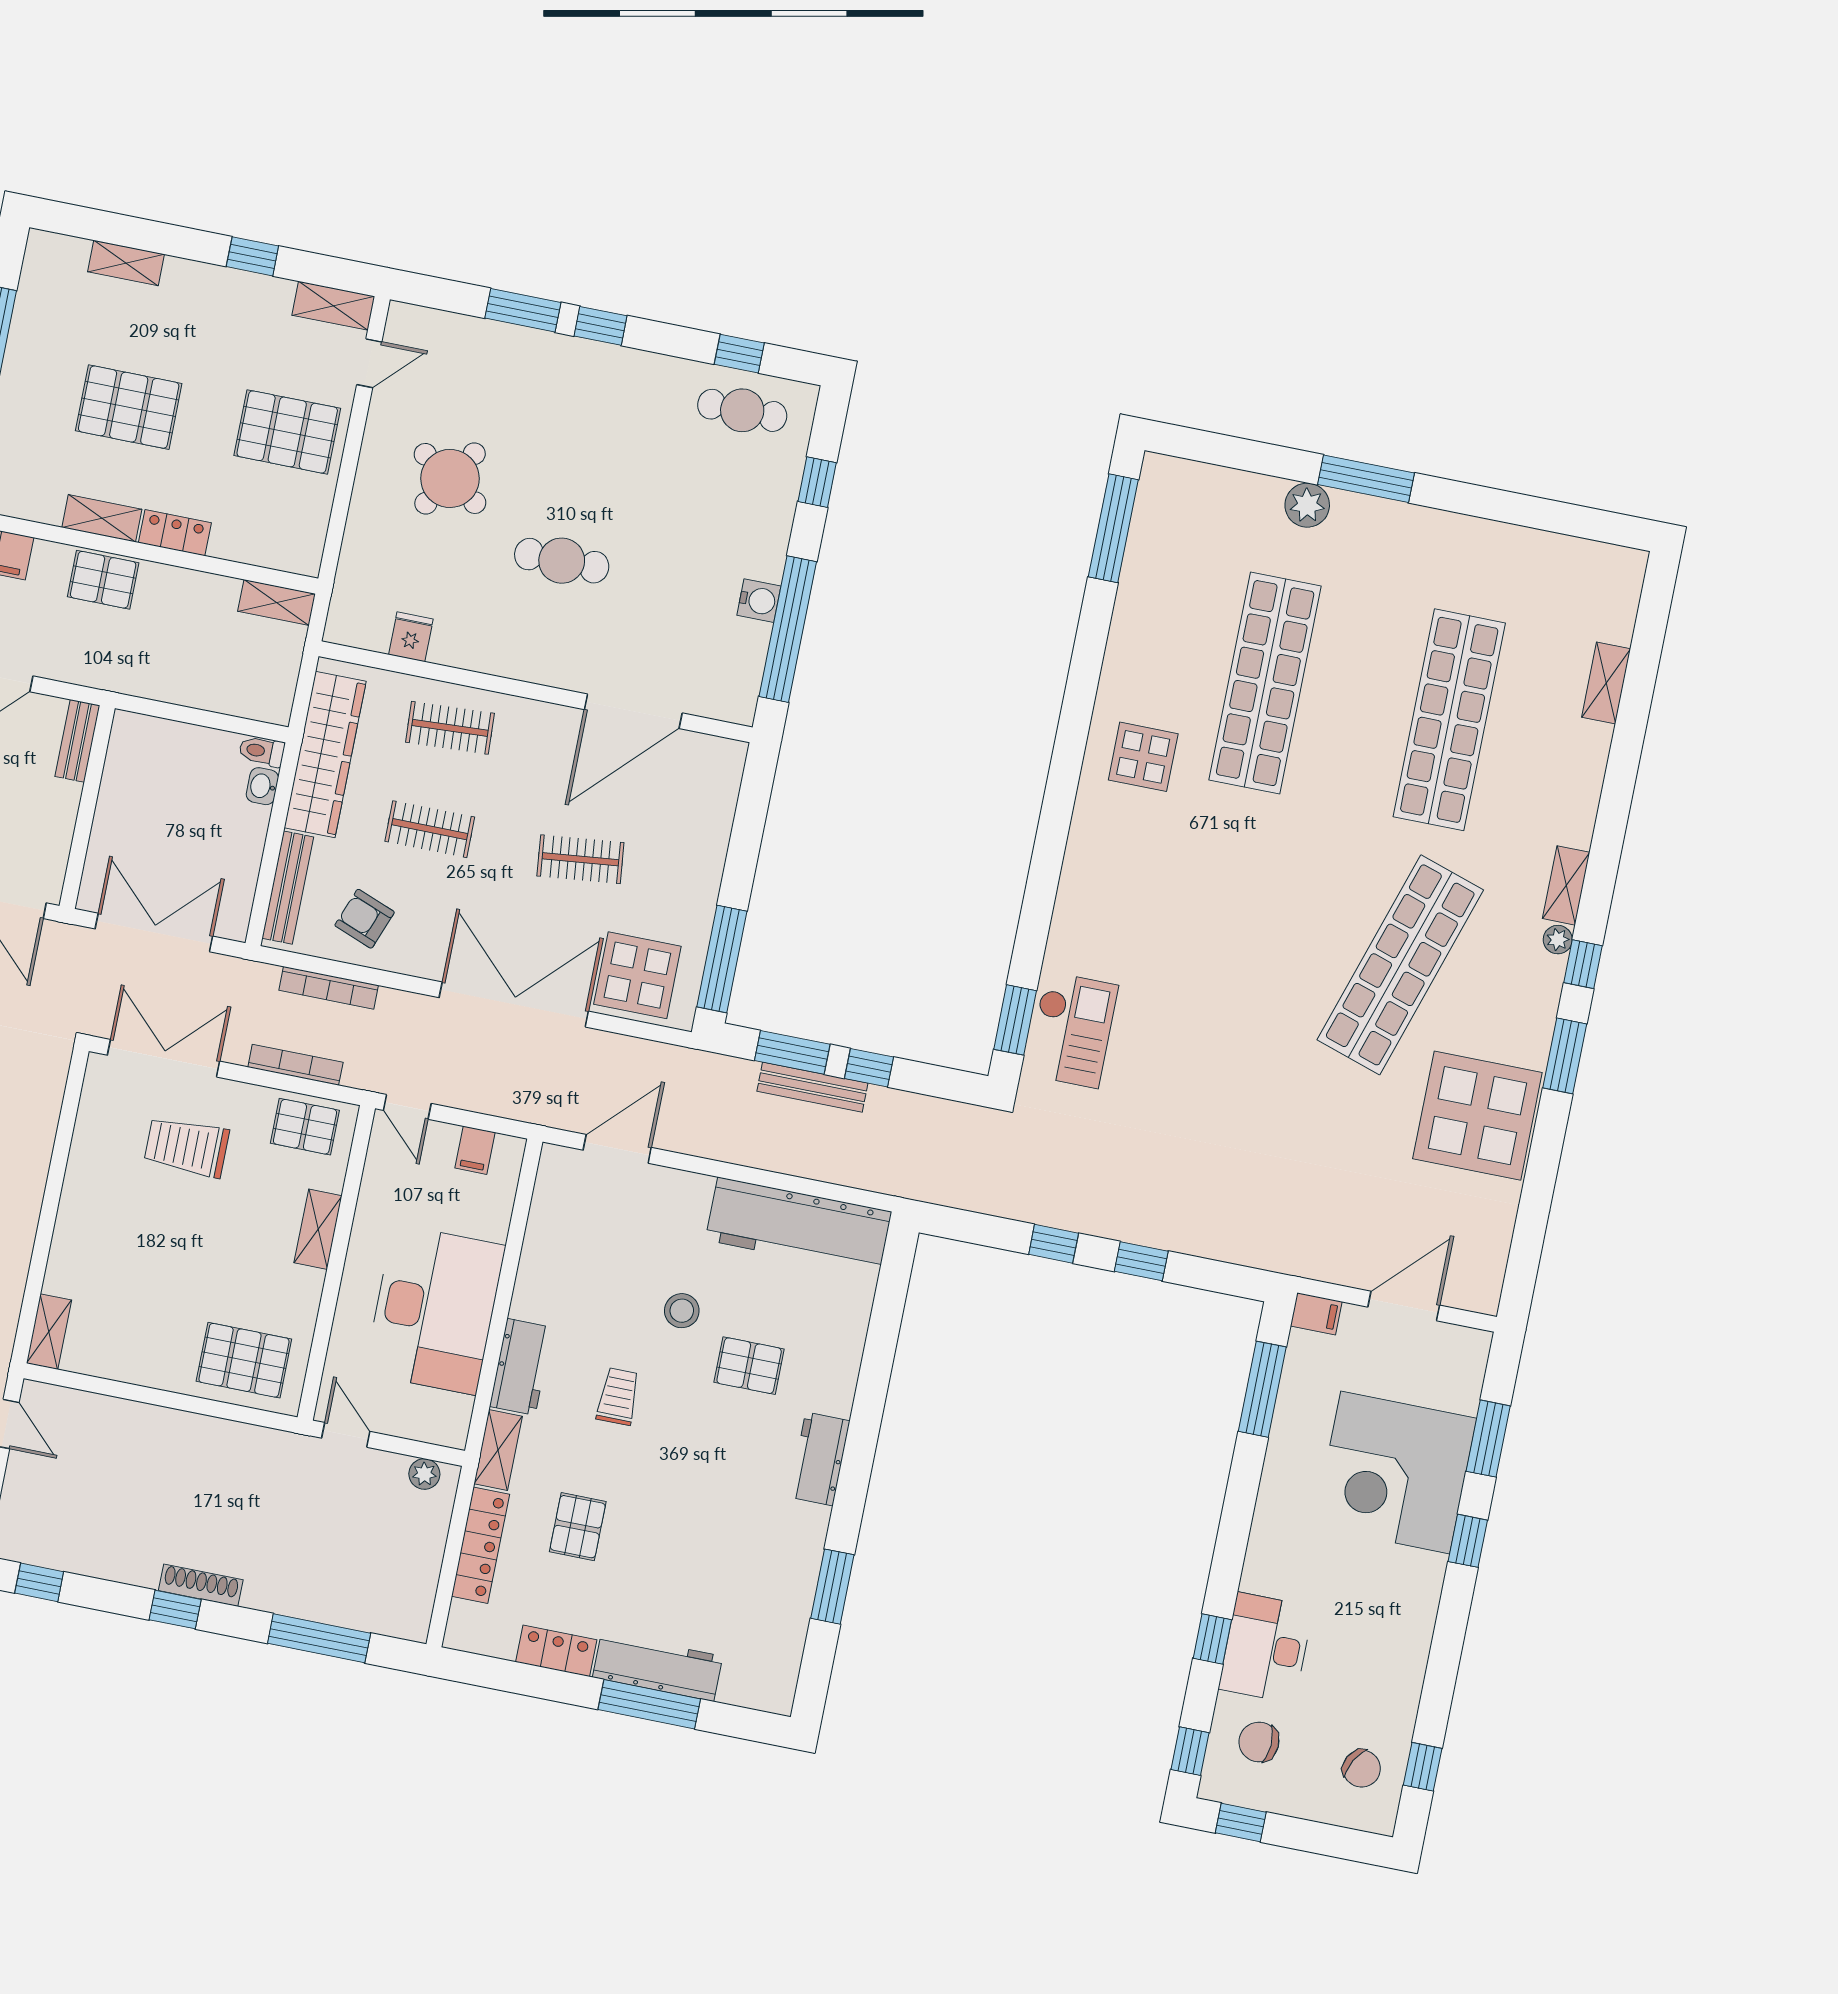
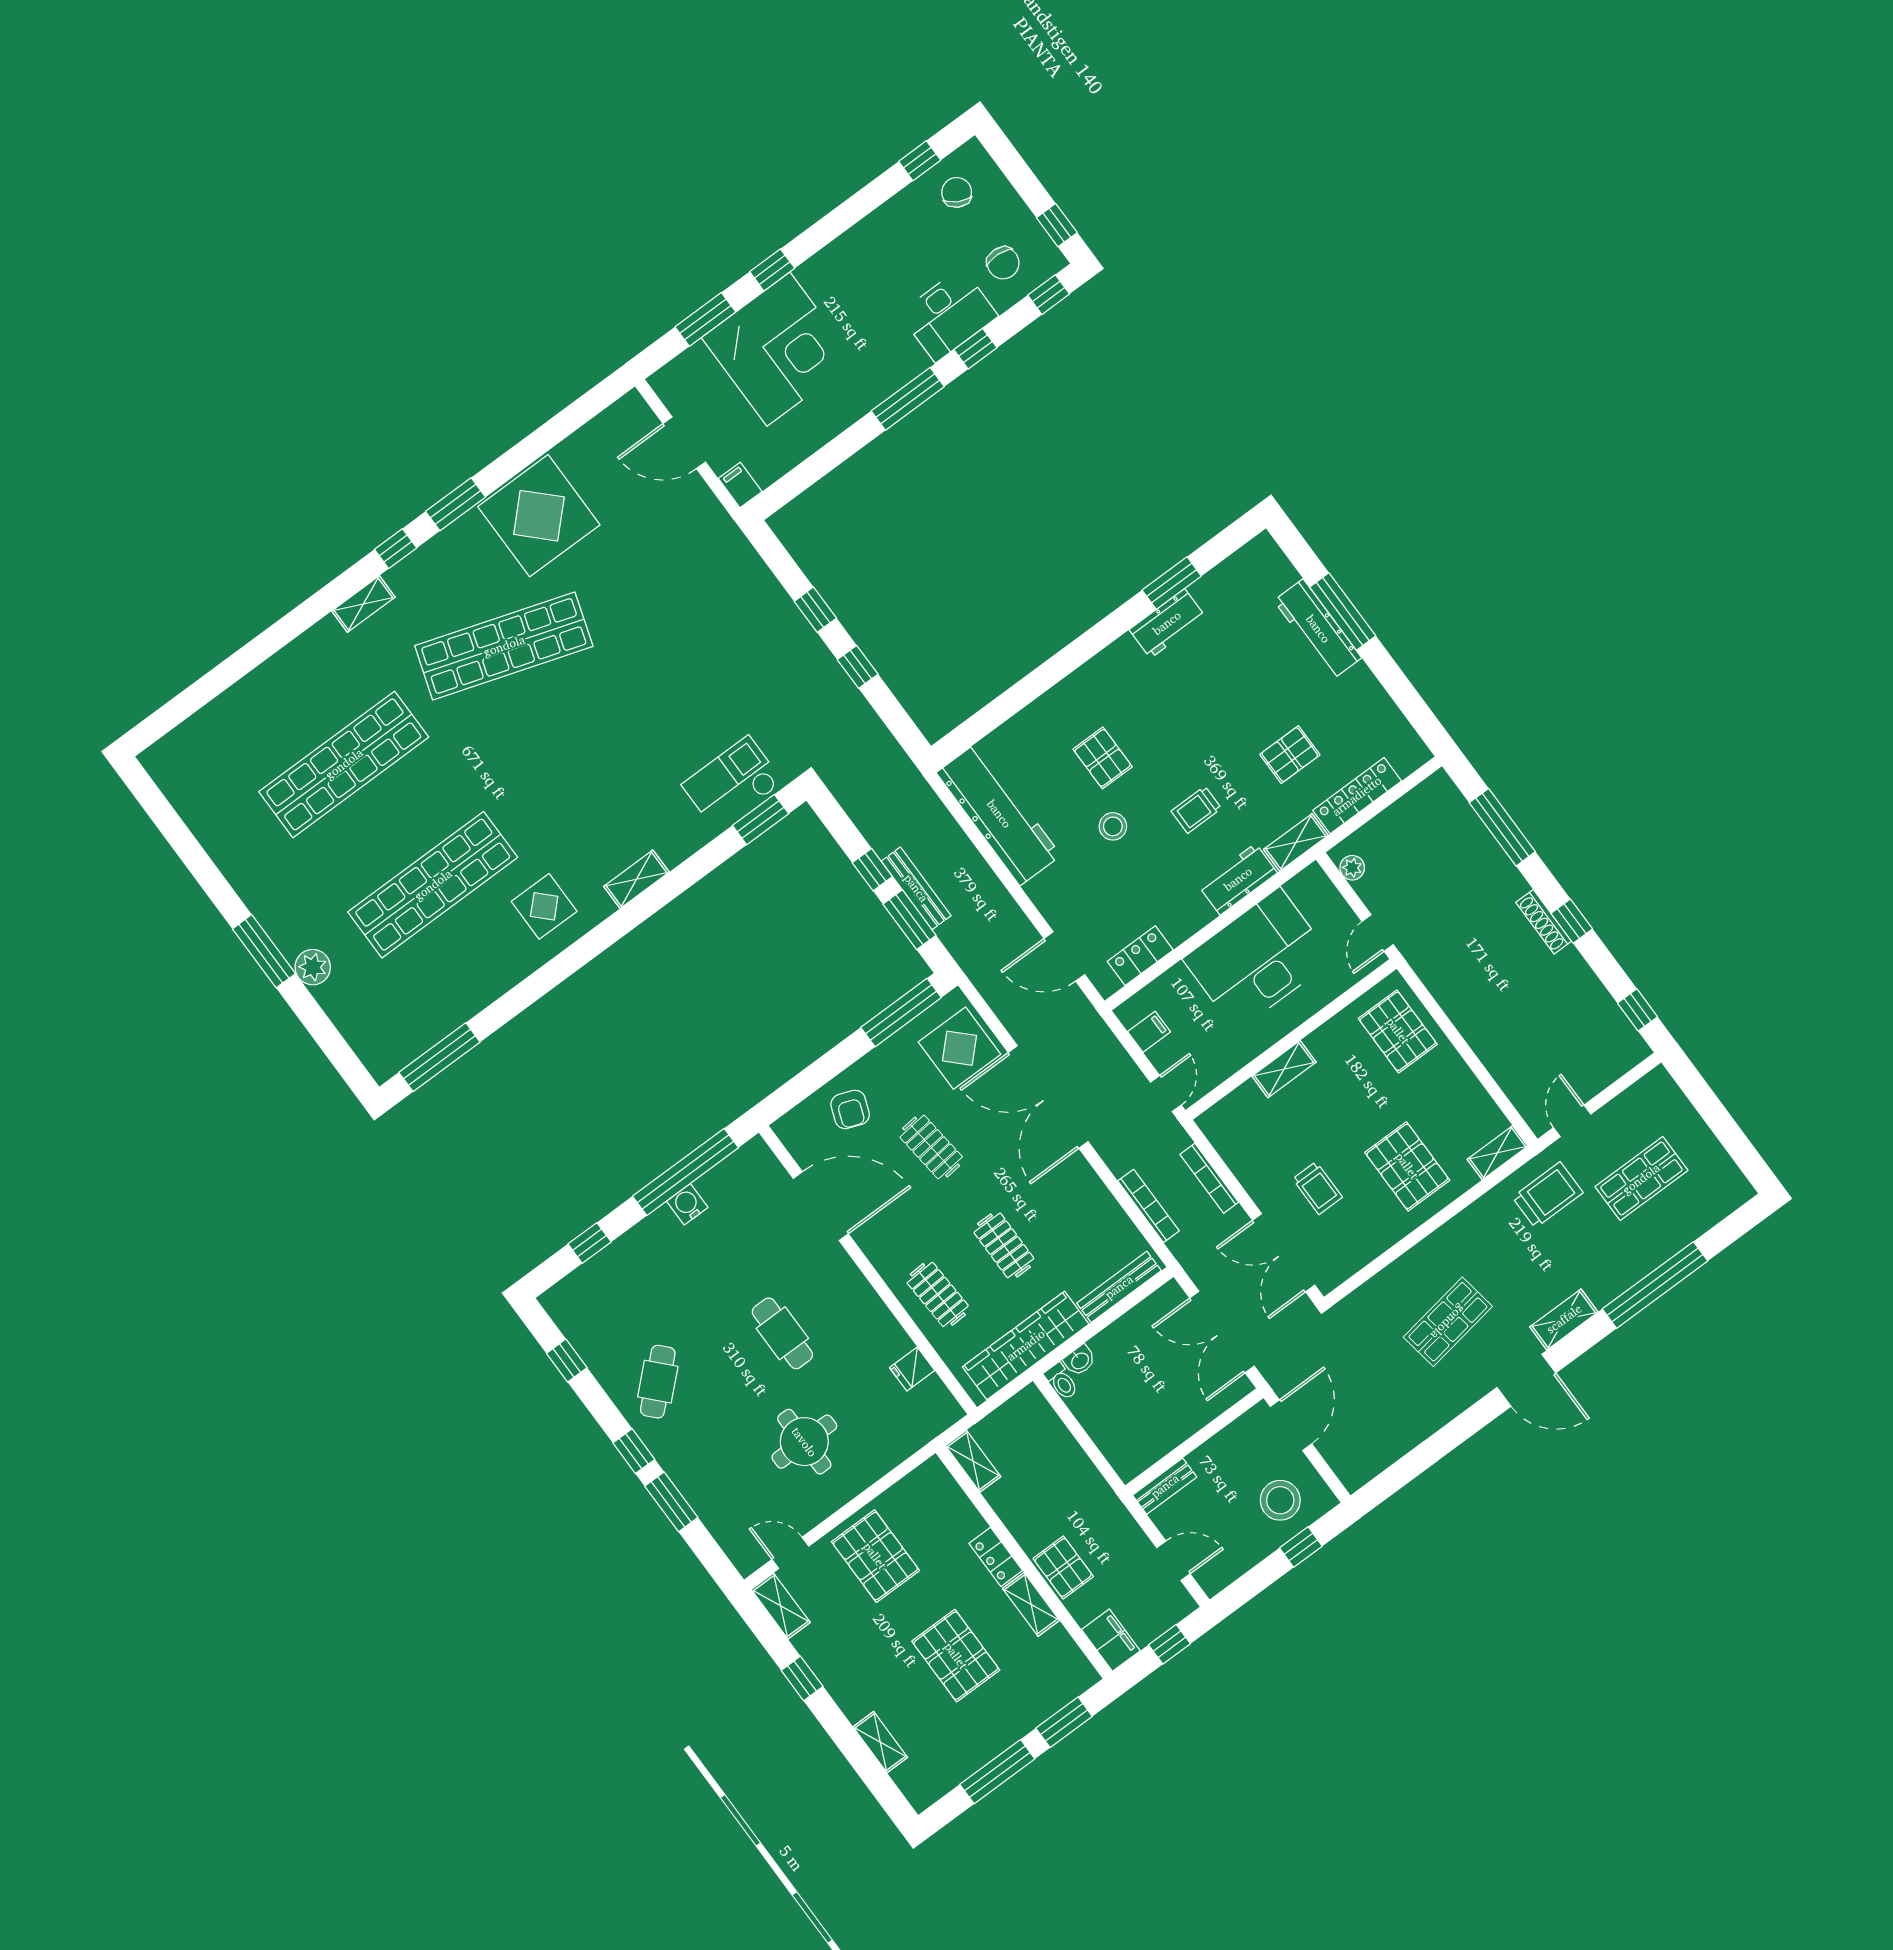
cafe table: (742, 410) -> (658, 1382), moved, turned 47
round table: (450, 478) -> (804, 1442), turned -33
shelving: (1606, 683) -> (636, 879), moved
armchair: (365, 919) -> (850, 1109), moved
plant: (1558, 940) -> (397, 577), removed
pallet: (305, 1127) -> (1407, 1166), moved, width x1.50, depth x1.42
trolley: (187, 1147) -> (1317, 1188), width x0.73, depth x0.72
window: (1262, 1389) -> (908, 399), moved
workbench: (819, 1459) -> (1167, 623), moved
locker: (556, 1651) -> (1140, 956), moved, turned 90

